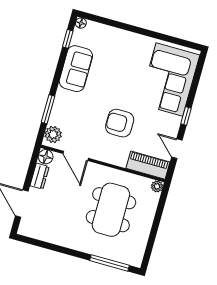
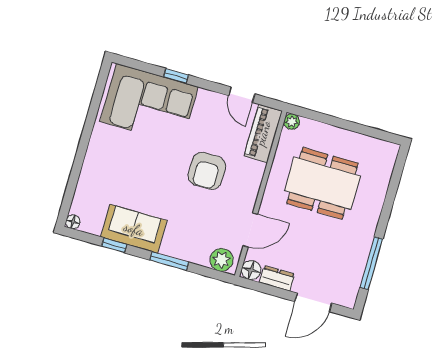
window: (68, 39) -> (114, 245), moved
window: (48, 109) -> (169, 261), moved
window: (186, 116) -> (176, 76), moved
door: (177, 149) -> (242, 95), hinge flipped
window: (110, 263) -> (371, 263), moved

